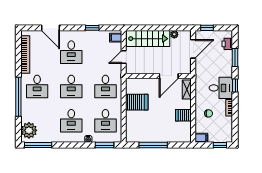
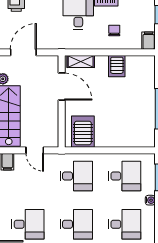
door: (193, 49) -> (23, 52), hinge flipped
server rack: (137, 102) -> (83, 132), moved

